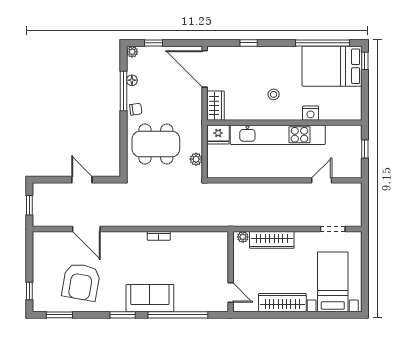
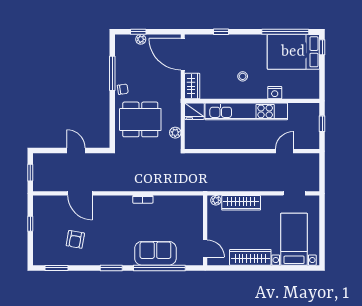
plant: (132, 52) -> (141, 39), moved
floor lamp: (132, 80) -> (119, 64), removed
armchair: (81, 282) -> (75, 239), width x0.53, depth x0.53
window: (29, 291) -> (30, 224), moved
sofa: (150, 298) -> (155, 253), moved

